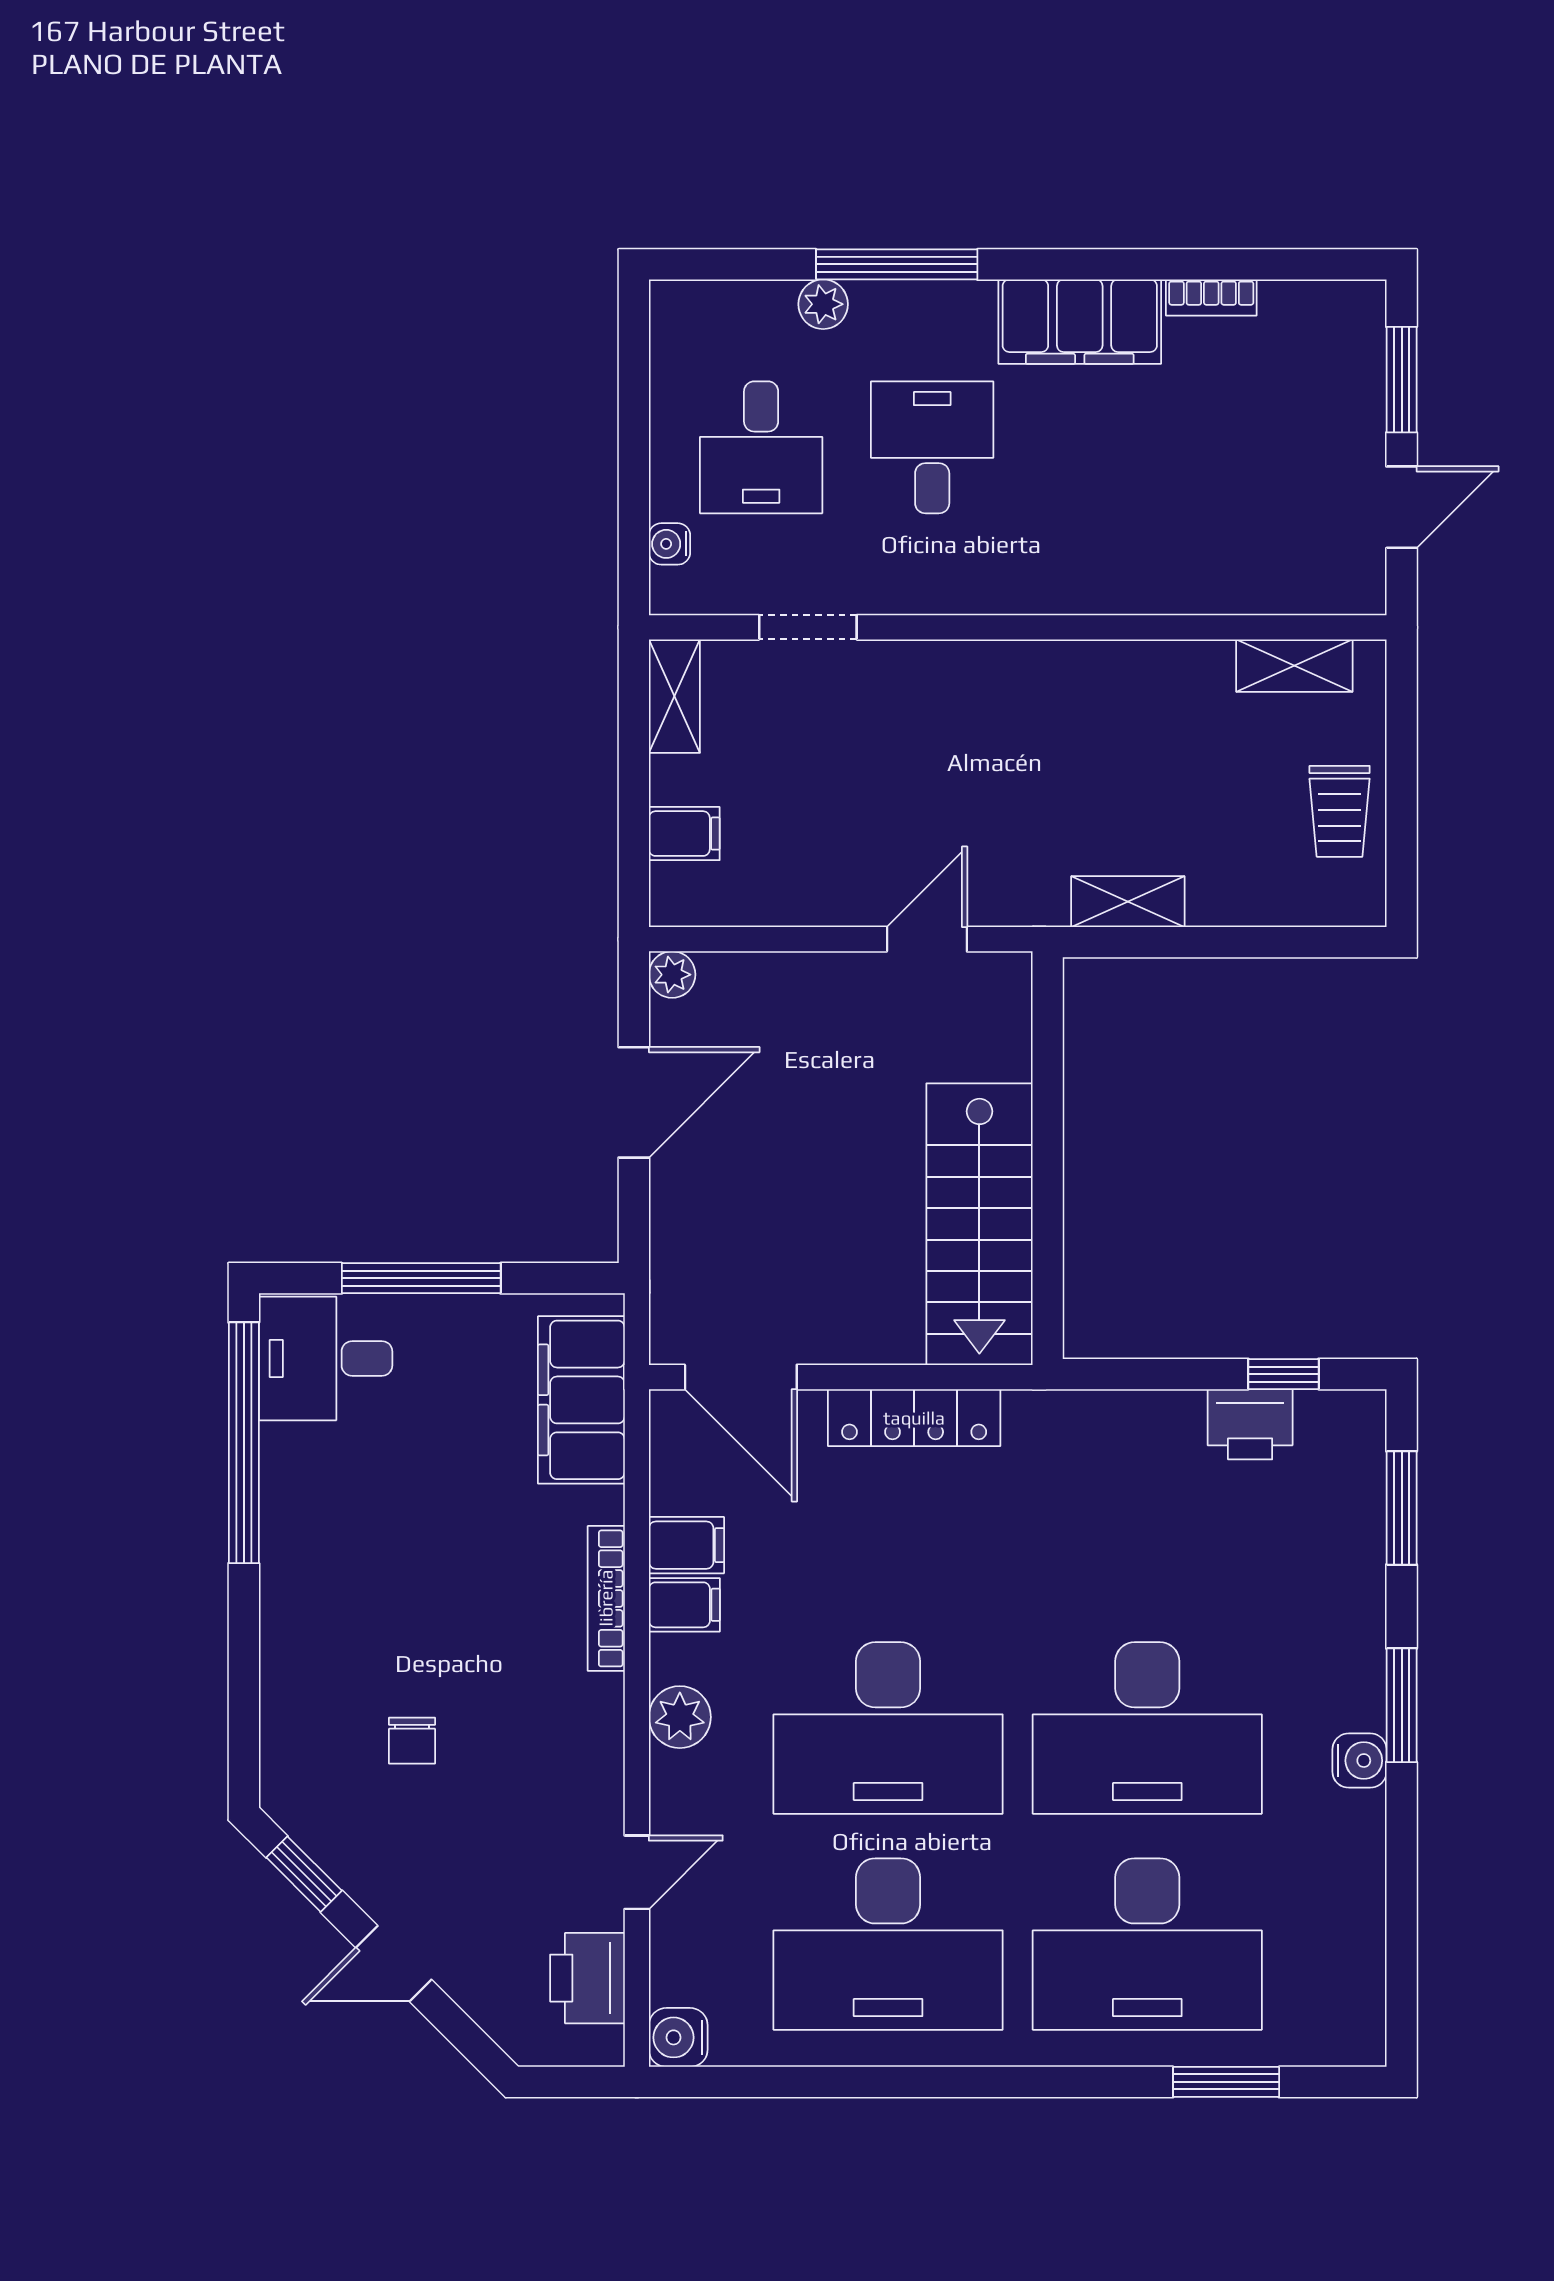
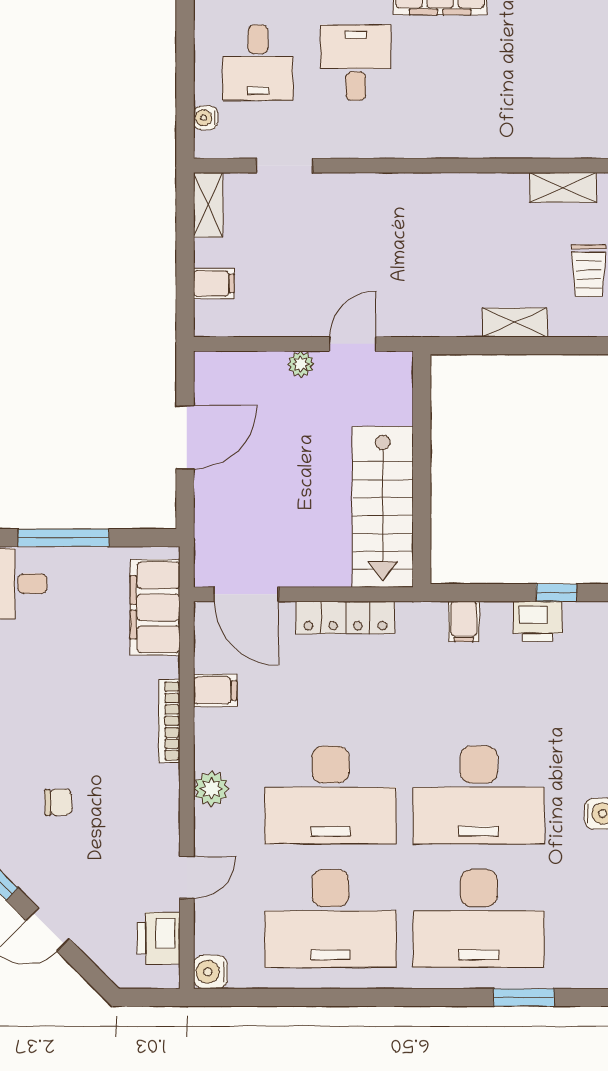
shelving: (1128, 902) -> (515, 322), moved
plant: (672, 975) -> (301, 364), moved
filing cabinet: (684, 1605) -> (464, 622), moved, turned 90
chair: (412, 1741) -> (58, 802), turned -92

